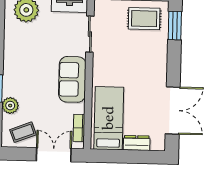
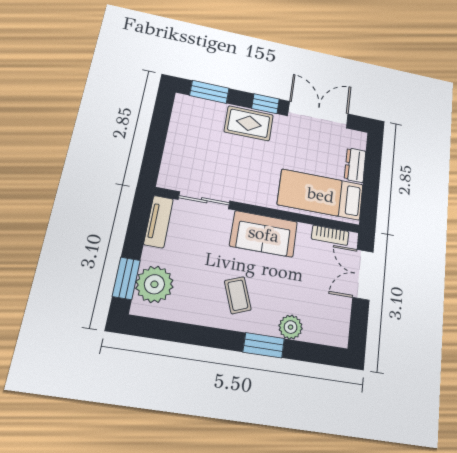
rug: (144, 19) -> (249, 123), moved, turned 90
window: (174, 69) -> (265, 104), added
coffee table: (23, 132) -> (238, 295), moved

